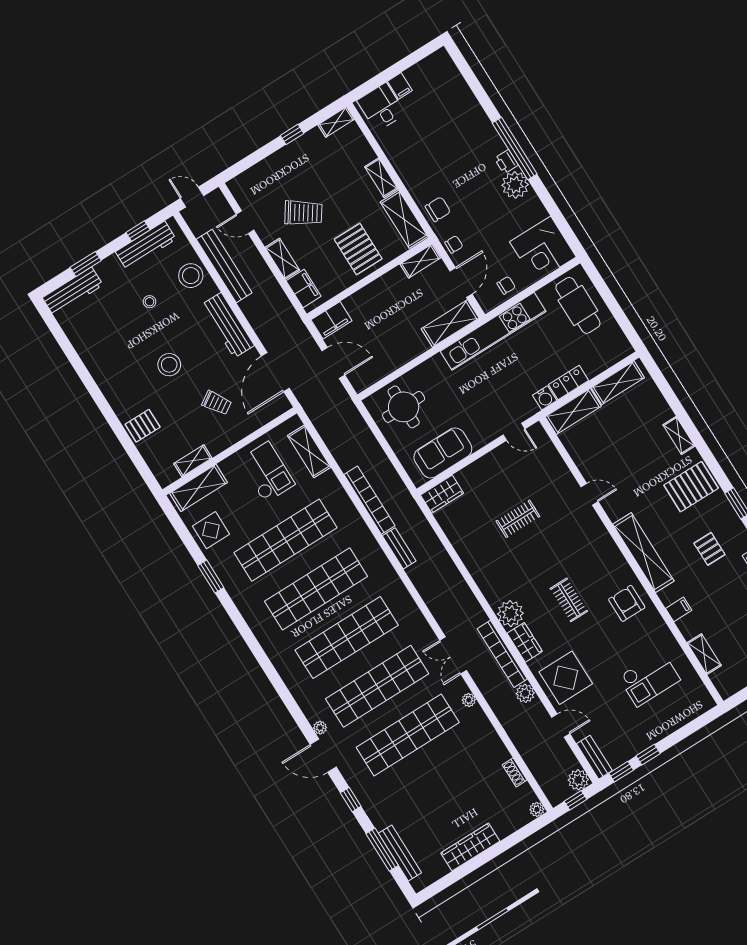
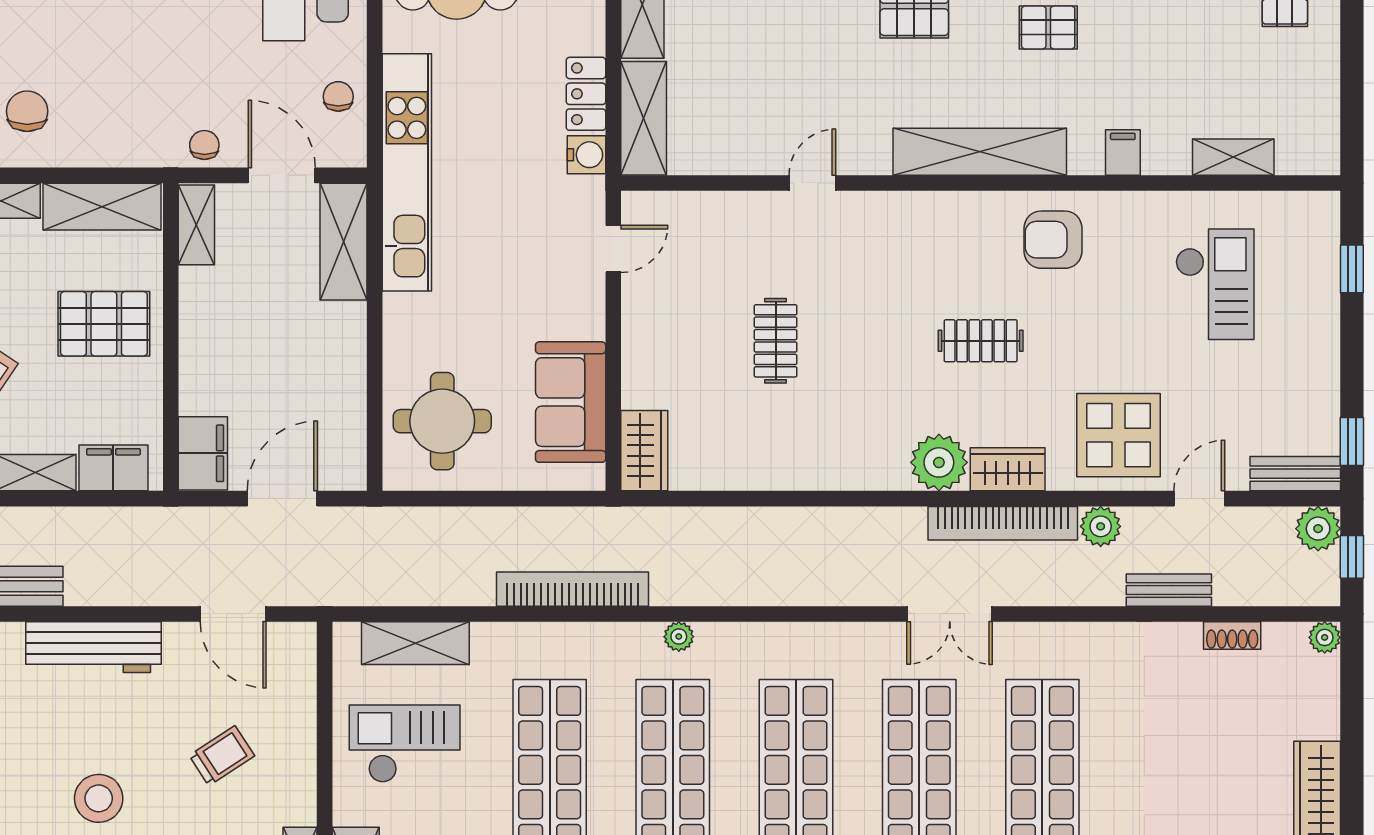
chair: (438, 209) -> (27, 111), moved
door: (275, 372) -> (233, 614), width x0.73
bench: (399, 548) -> (1169, 590), moved
plant: (469, 700) -> (679, 637), moved
window: (648, 755) -> (1352, 269), moved

